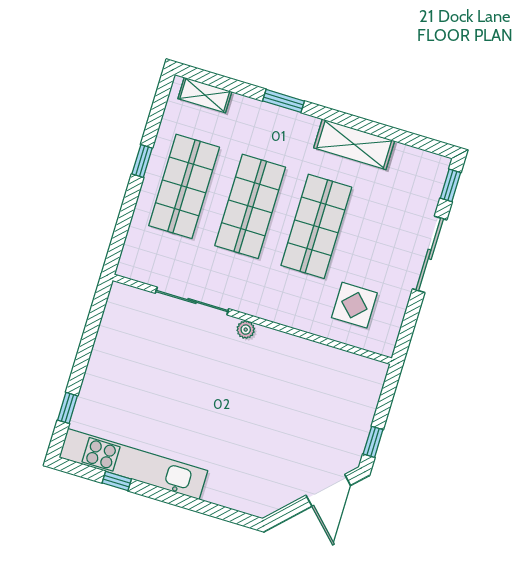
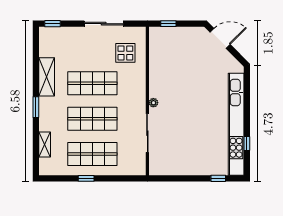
shelving: (205, 95) -> (45, 145), moved
window: (283, 101) -> (36, 107), moved
sliding door: (430, 254) -> (104, 24), moved
window: (373, 442) -> (168, 24), moved
kitchen unit: (133, 464) -> (236, 124), width x1.36

